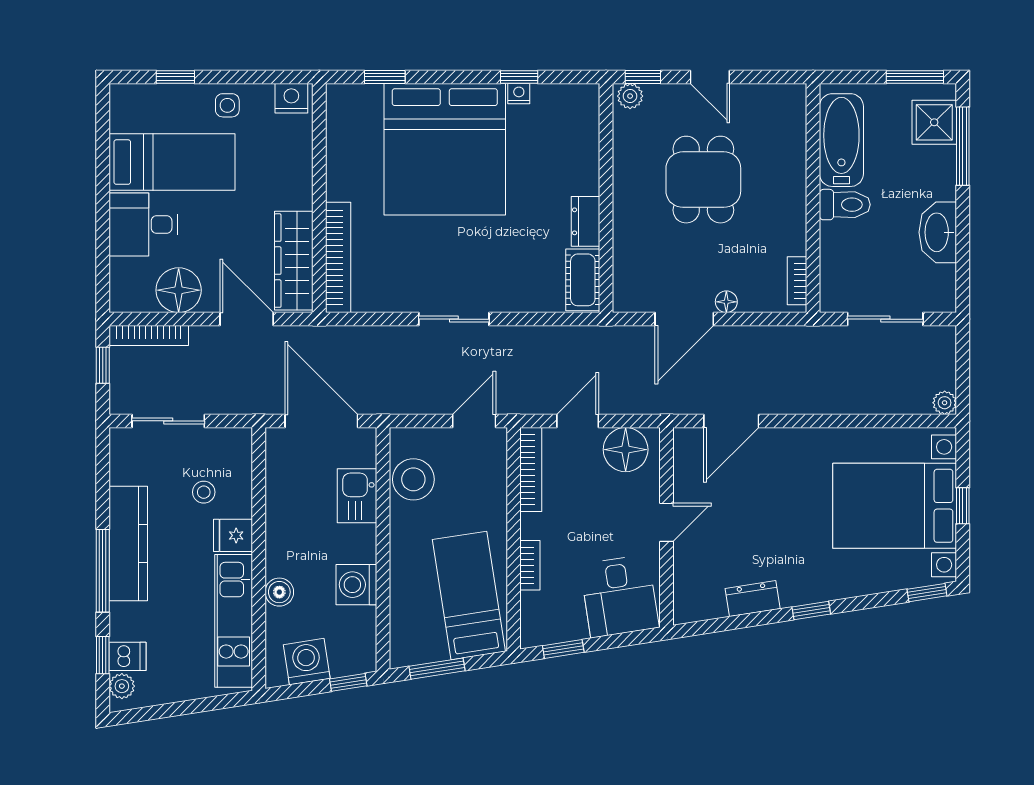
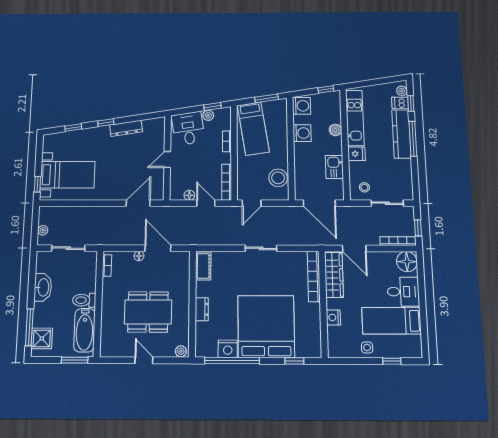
window: (519, 77) -> (232, 361), width x3.17
window: (643, 77) -> (175, 360), removed
window: (915, 77) -> (75, 360), moved
nightstand: (519, 94) -> (228, 349), width x1.89, depth x1.79
nightstand: (291, 98) -> (333, 317), moved, turned 90
dining table: (703, 180) -> (148, 312), width x1.38
dresser: (586, 221) -> (202, 309), moved
floor lamp: (179, 290) -> (407, 262), moved
door: (684, 319) -> (158, 248), hinge flipped
plant: (945, 403) -> (43, 230), moved
door: (578, 421) -> (206, 203), swing flipped
floor lamp: (626, 450) -> (189, 195), width x0.53, depth x0.53
stool: (204, 492) -> (364, 187), moved
kitchen sink: (357, 496) -> (334, 167), moved, turned 180
bed with nightstands: (895, 506) -> (68, 175), width x0.73
window: (963, 506) -> (37, 184), moved
kitchen counter: (128, 544) -> (401, 134), moved
window: (927, 593) -> (73, 128), moved
dresser: (753, 599) -> (126, 128), width x1.44
plant: (573, 628) -> (208, 115), added
washing machine: (307, 662) -> (301, 106), moved, turned -81
window: (348, 682) -> (326, 89), moved

